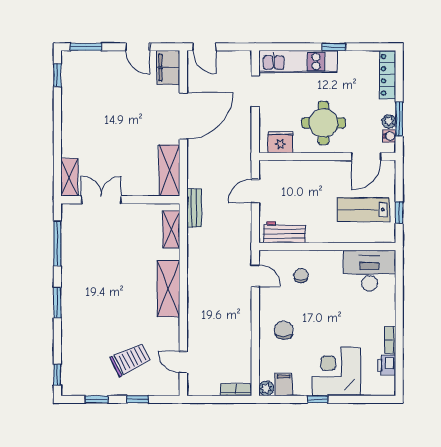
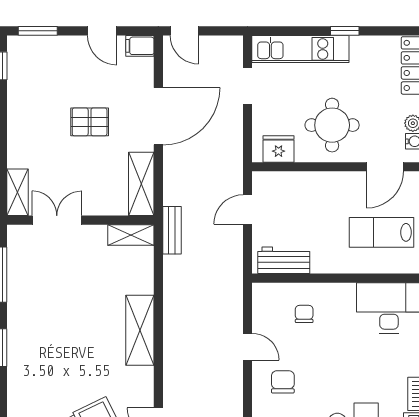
filing cabinet: (168, 68) -> (140, 46), width x0.50
pallet: (128, 120) -> (90, 122), added
shelving: (171, 229) -> (131, 235), moved, turned 90
door: (255, 276) -> (248, 347), moved

